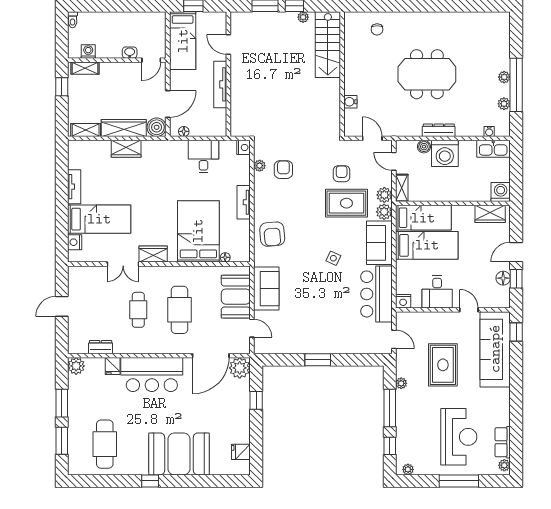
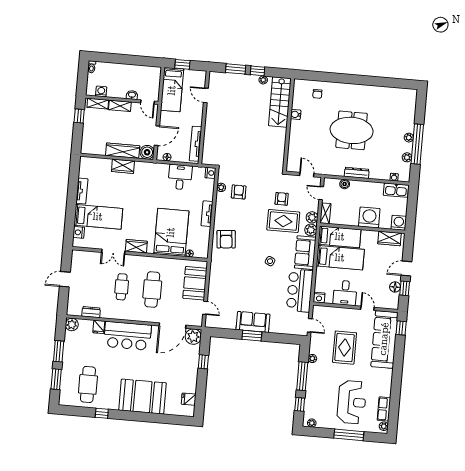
door: (151, 60) -> (148, 102), hinge flipped
tv unit: (220, 84) -> (196, 144), moved
water cooler: (350, 102) -> (296, 114), moved
shelving: (86, 130) -> (120, 106), moved
washing machine: (445, 153) -> (369, 218), moved, turned 180
sofa: (266, 289) -> (253, 322), moved, turned -90
window: (150, 481) -> (102, 413), moved

